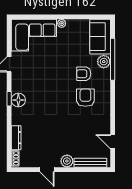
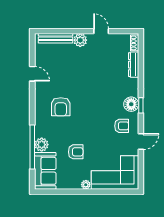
armchair: (84, 74) -> (76, 152), moved
armchair: (27, 79) -> (122, 126), added
door: (113, 142) -> (32, 74), moved

